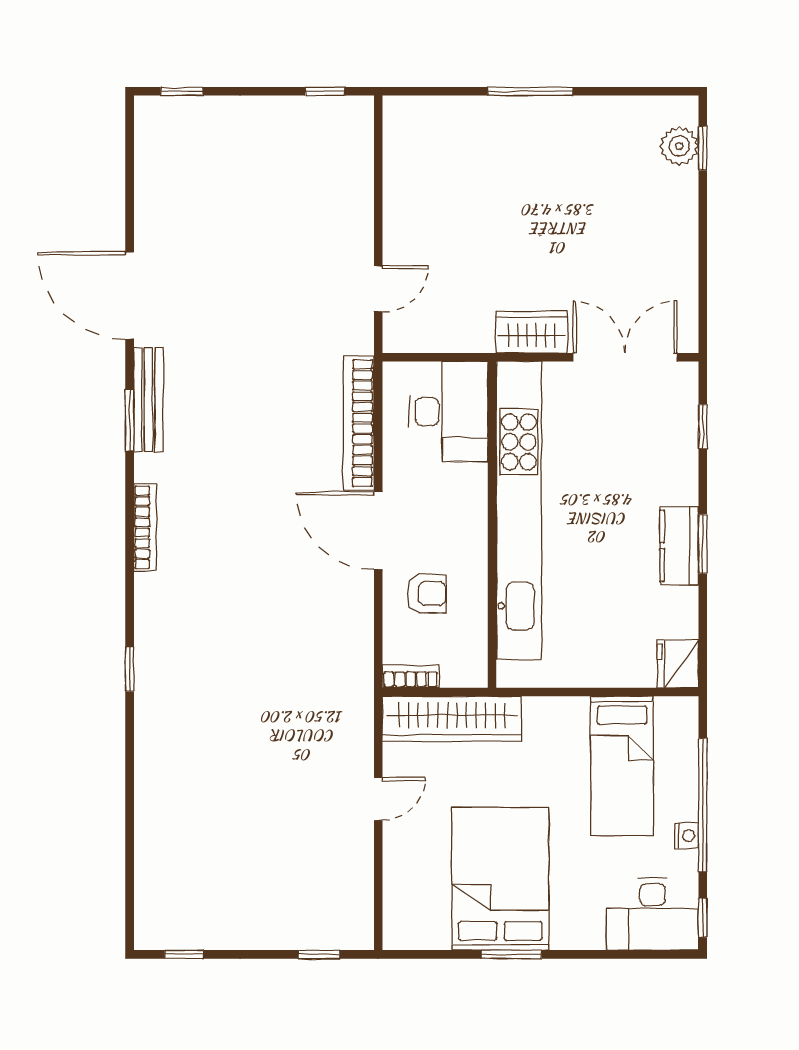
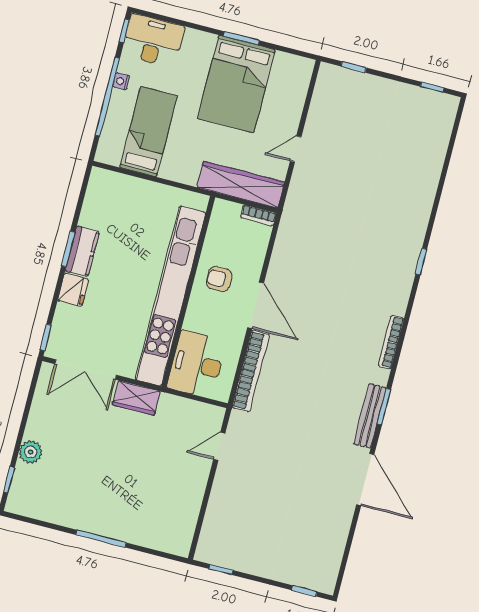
plant: (679, 146) -> (31, 452), moved
window: (703, 426) -> (46, 337), moved
armchair: (427, 593) -> (219, 279), moved
fridge: (678, 664) -> (73, 290), moved

